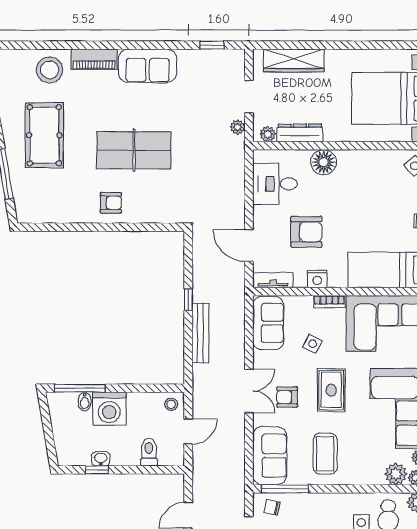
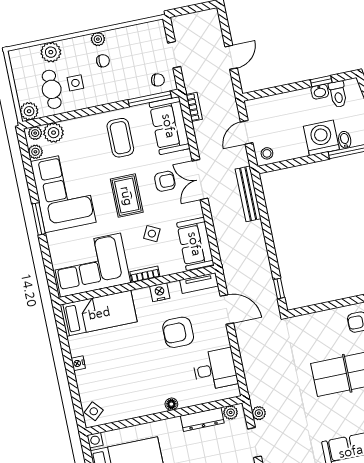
floor lamp: (324, 162) -> (171, 404), width x0.53, depth x0.53
window: (188, 300) -> (279, 289), moved
bench: (200, 333) -> (248, 194), moved
toilet: (149, 452) -> (338, 94), moved
bookcase: (239, 470) -> (194, 107), added

